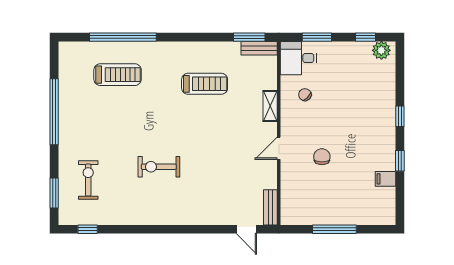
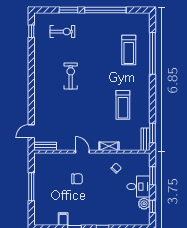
plant: (381, 50) -> (144, 204), moved
desk: (299, 58) -> (138, 187), moved, turned 90
window: (54, 193) -> (68, 10), moved

